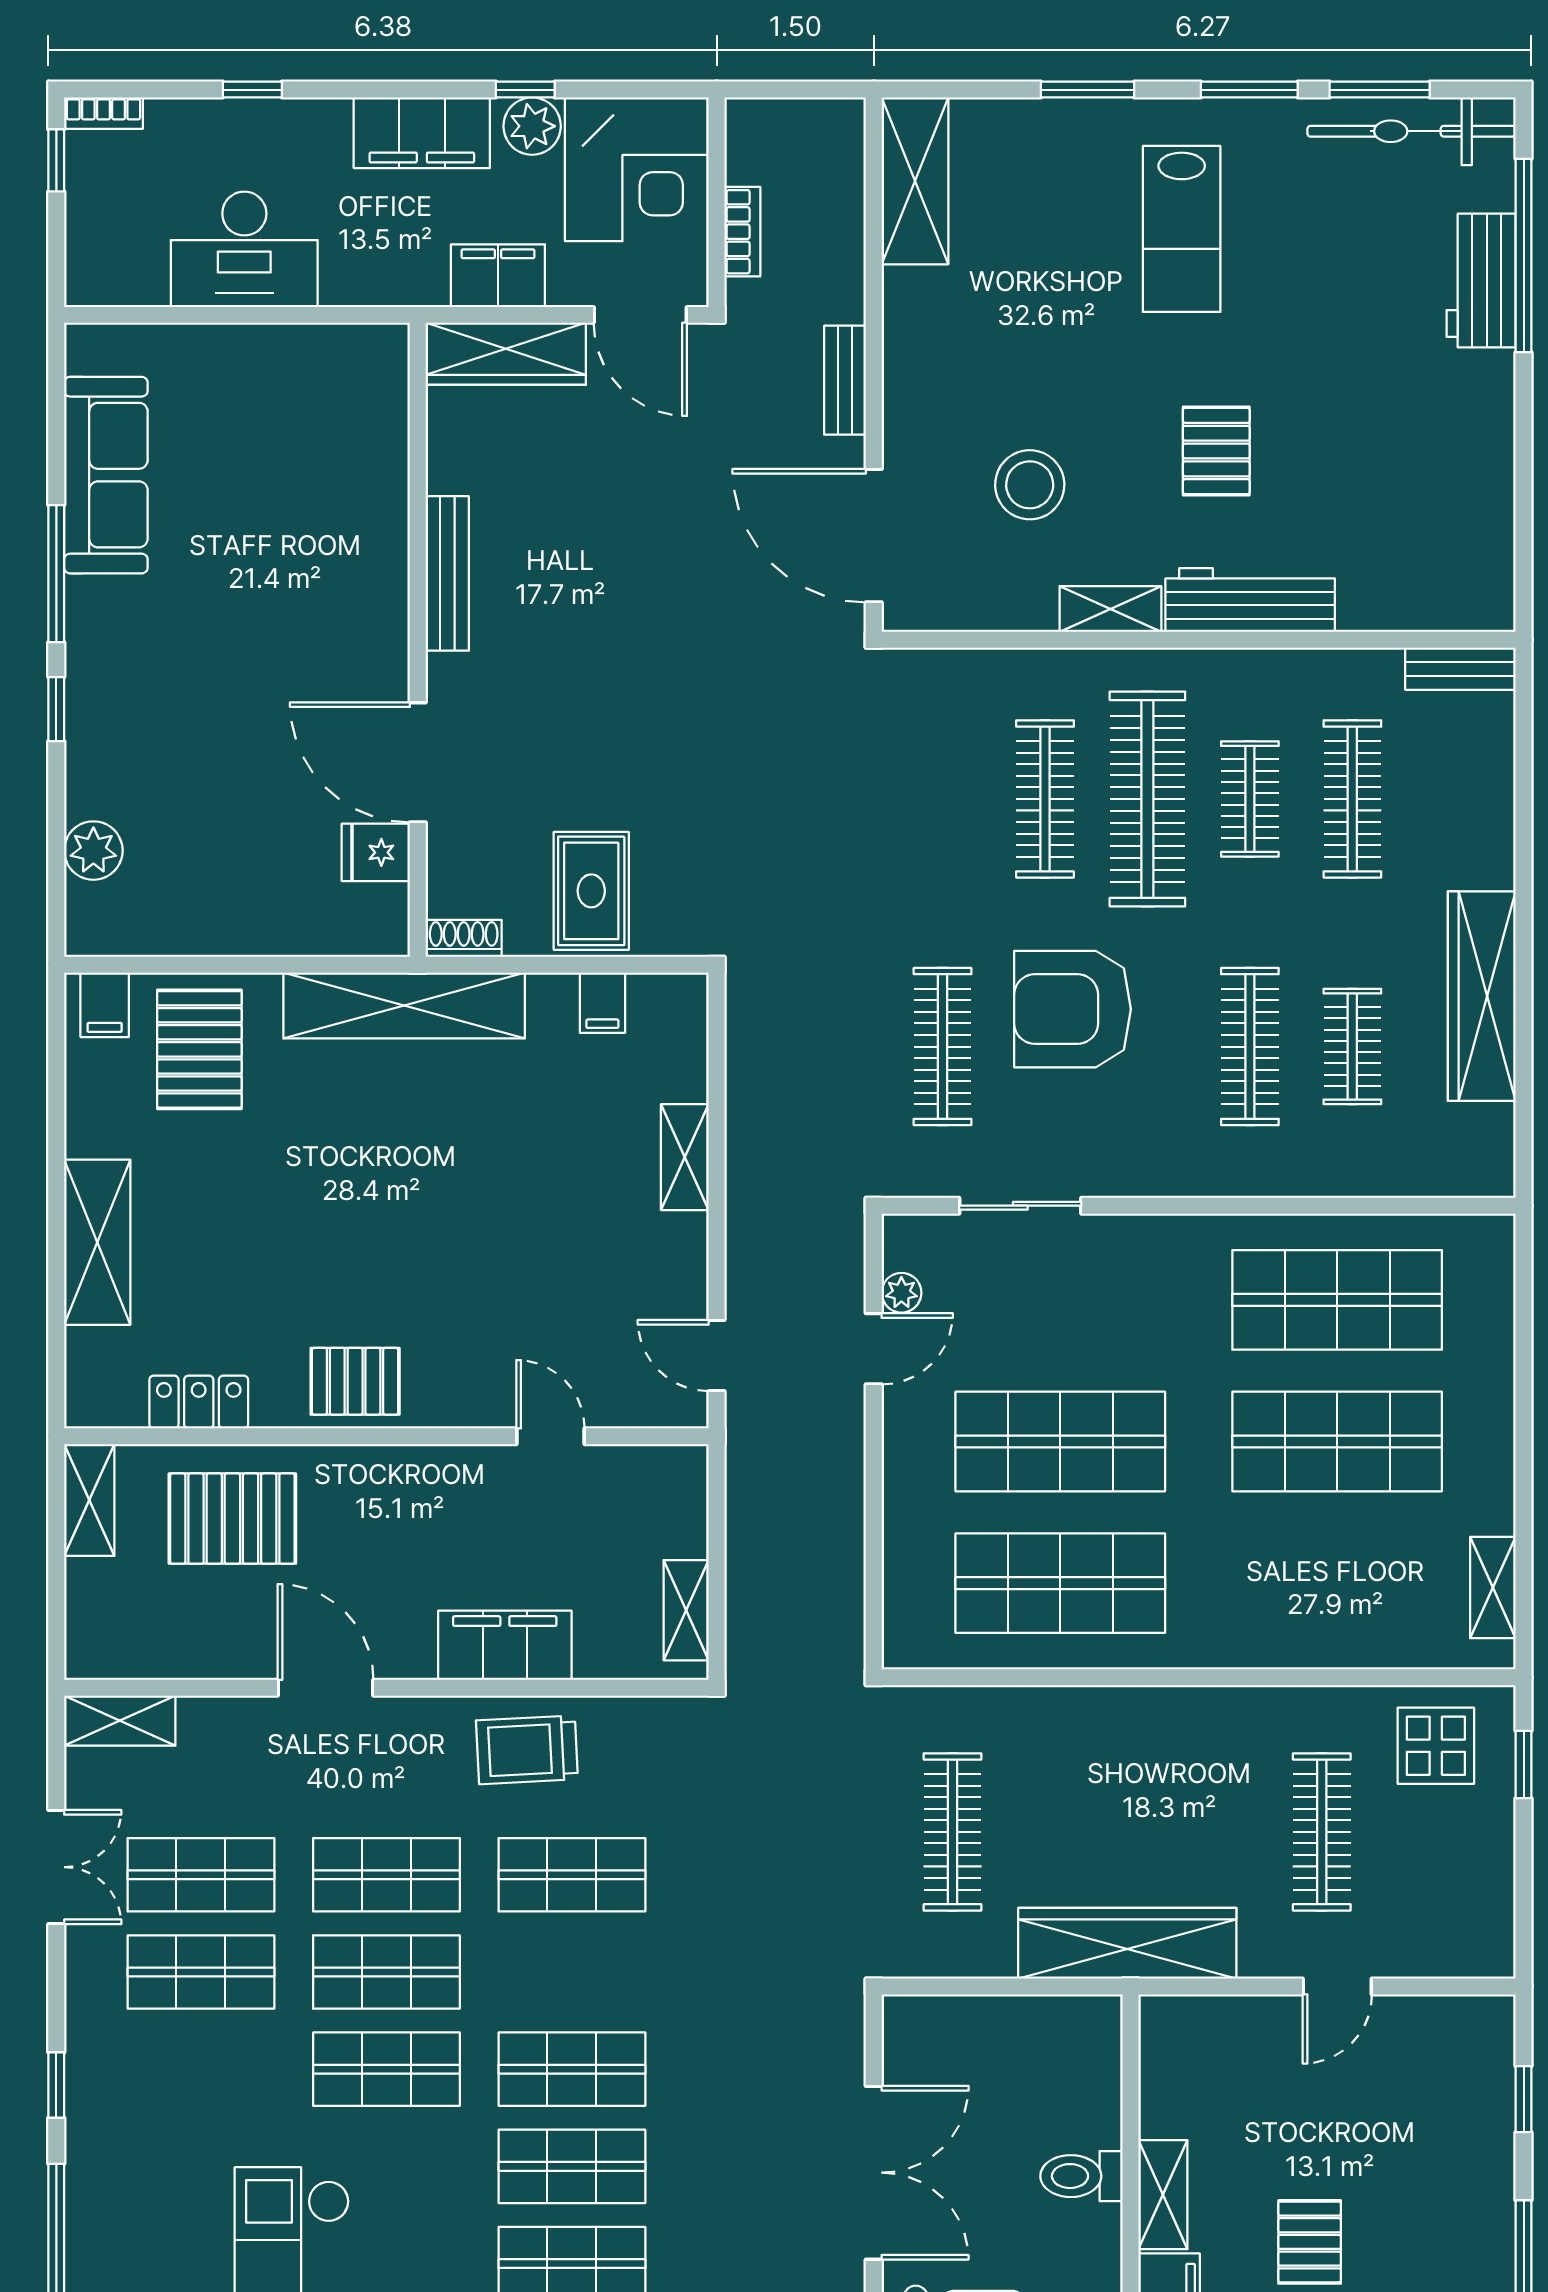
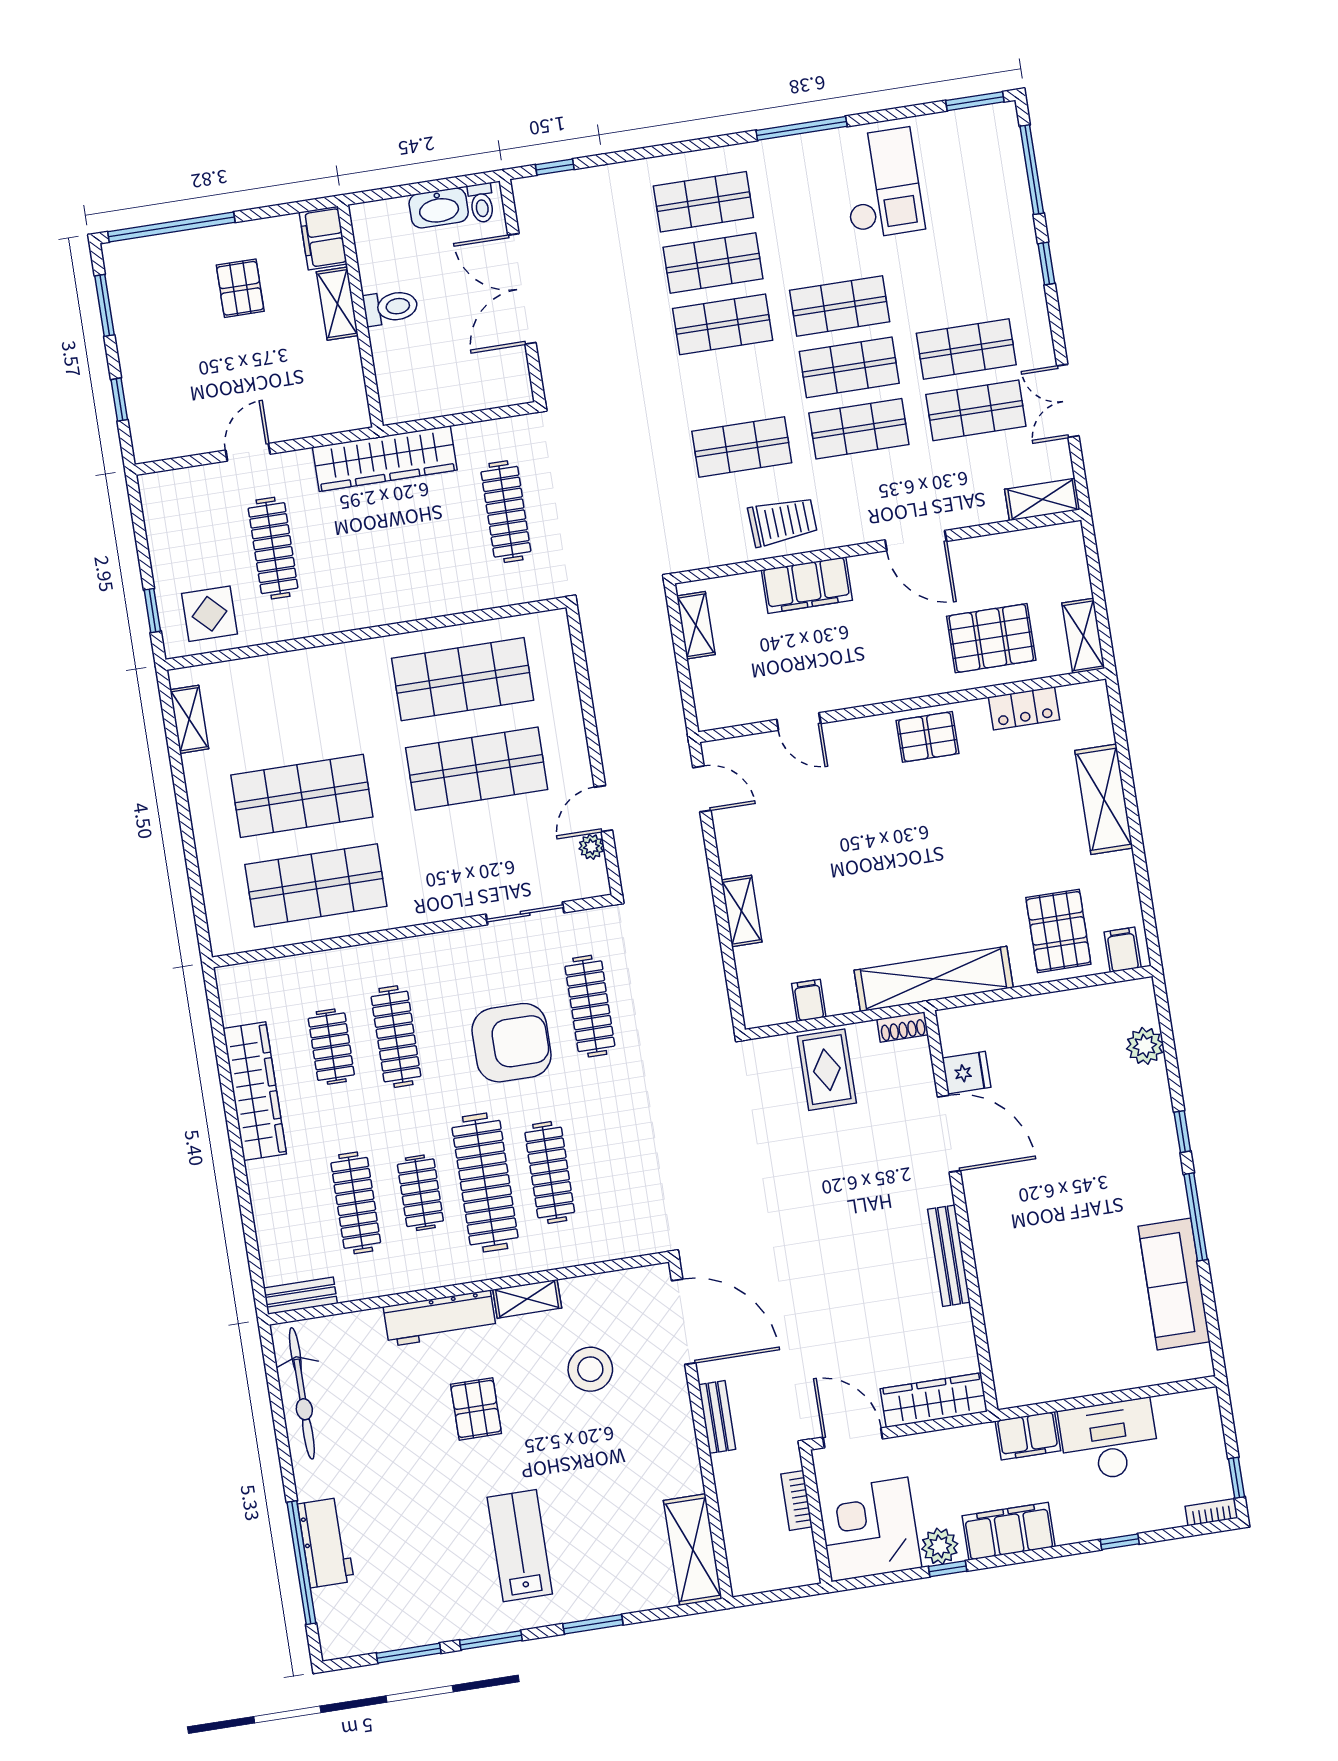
bicycle: (1412, 131) -> (302, 1393), moved, turned 90
filing cabinet: (498, 276) -> (1028, 1436), moved

